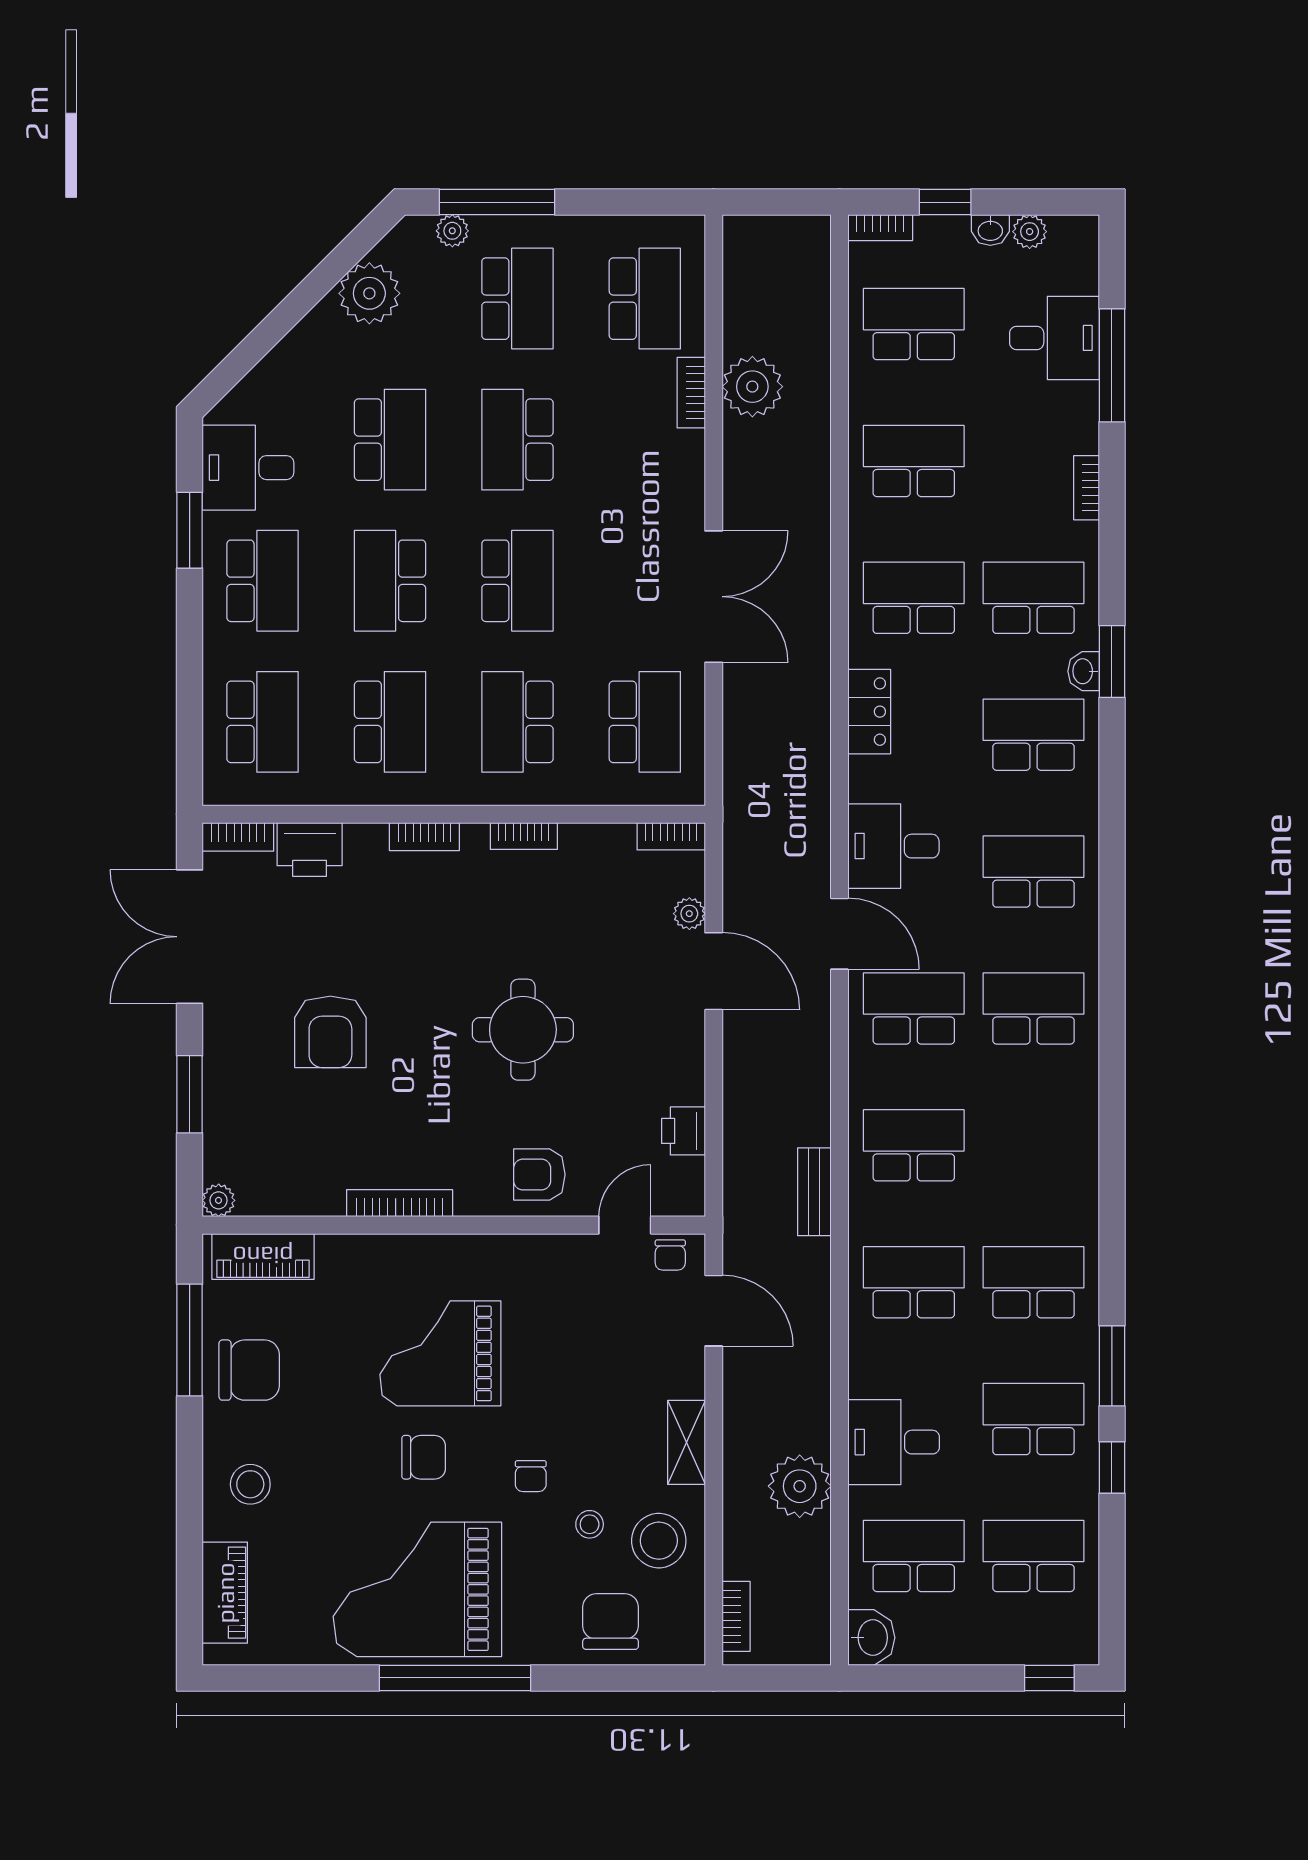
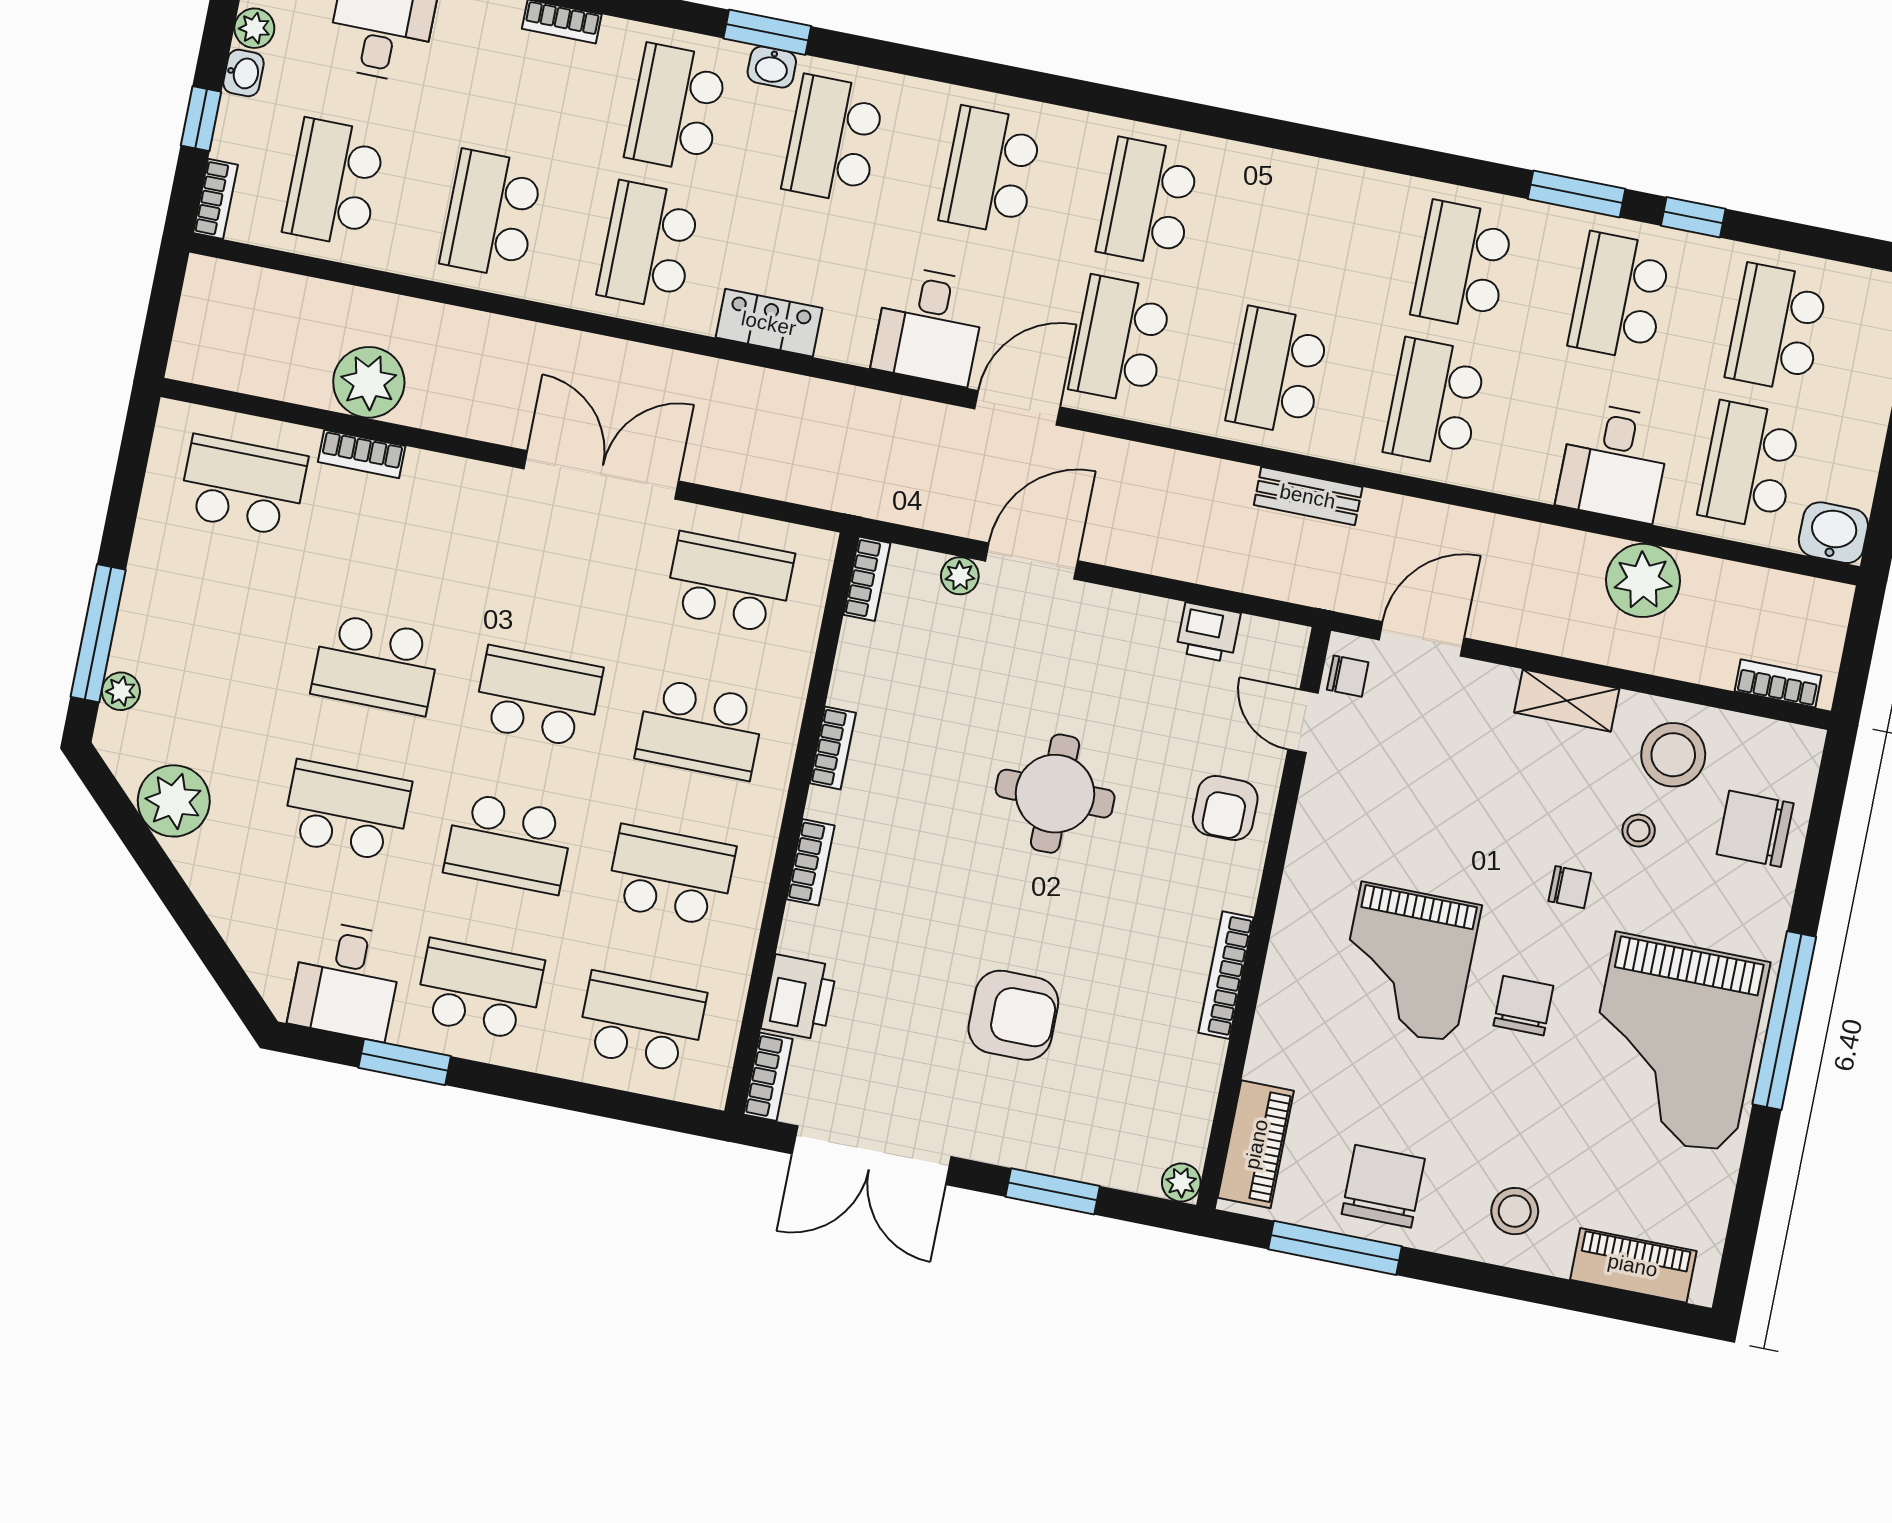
school desk: (517, 299) -> (214, 632), removed

